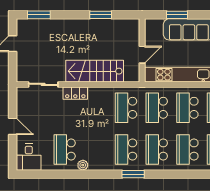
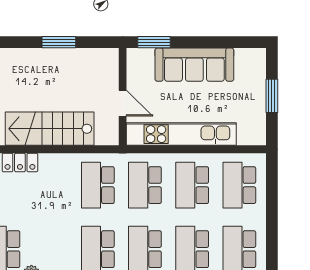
window: (177, 15) -> (154, 42), moved
door: (142, 55) -> (123, 103), hinge flipped

